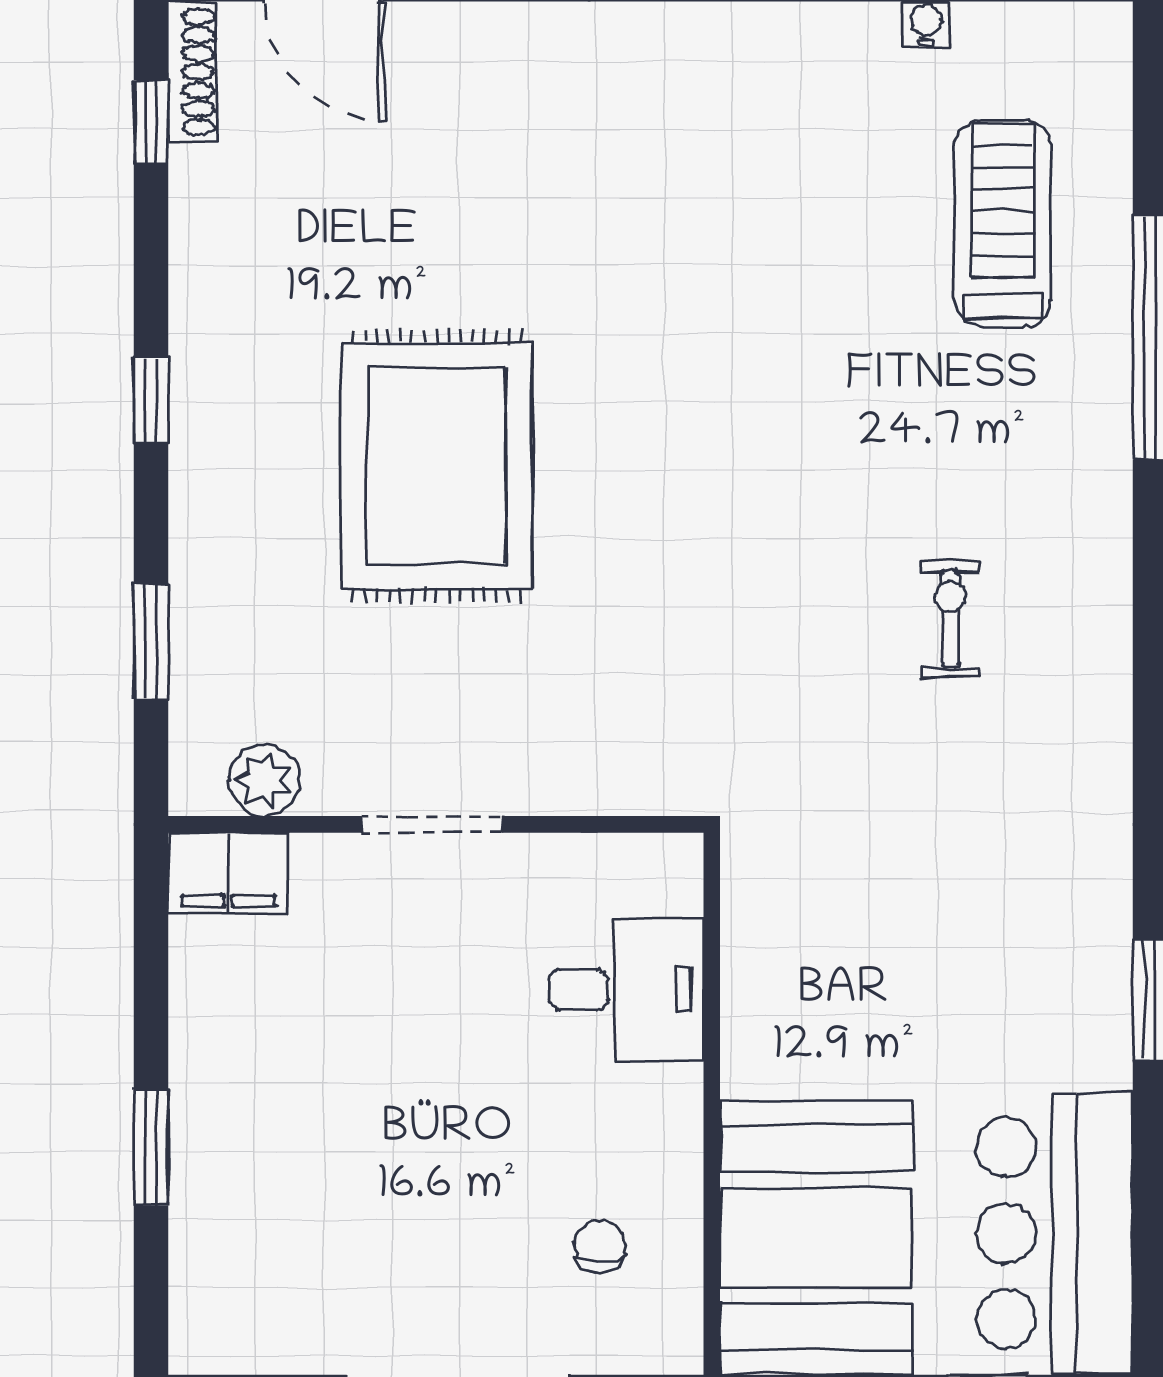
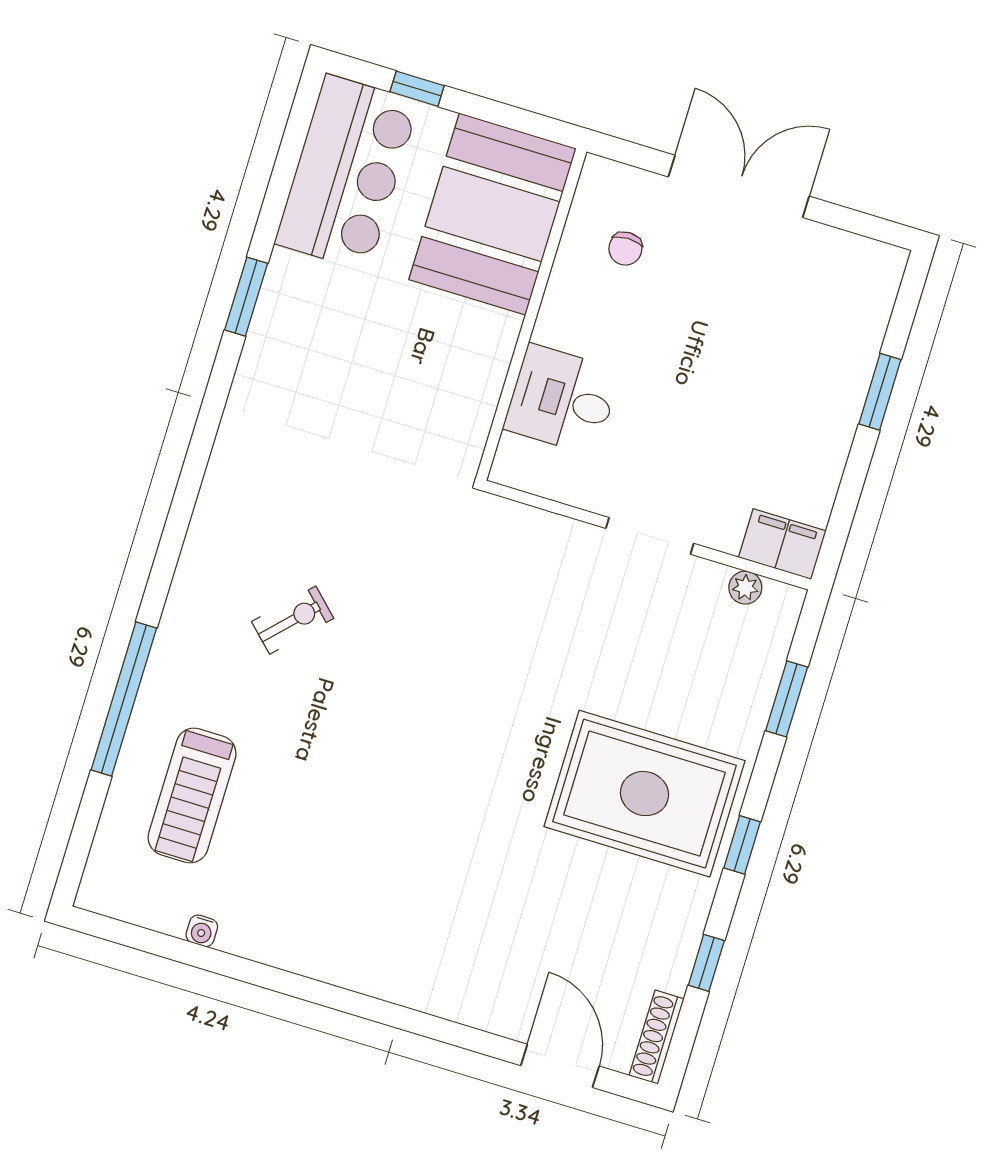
window: (151, 122) -> (706, 963), moved
rug: (437, 466) -> (644, 794), moved, turned 90
exercise bike: (950, 619) -> (293, 620), moved, turned -136
plant: (264, 780) -> (745, 588), width x0.73, depth x0.73

